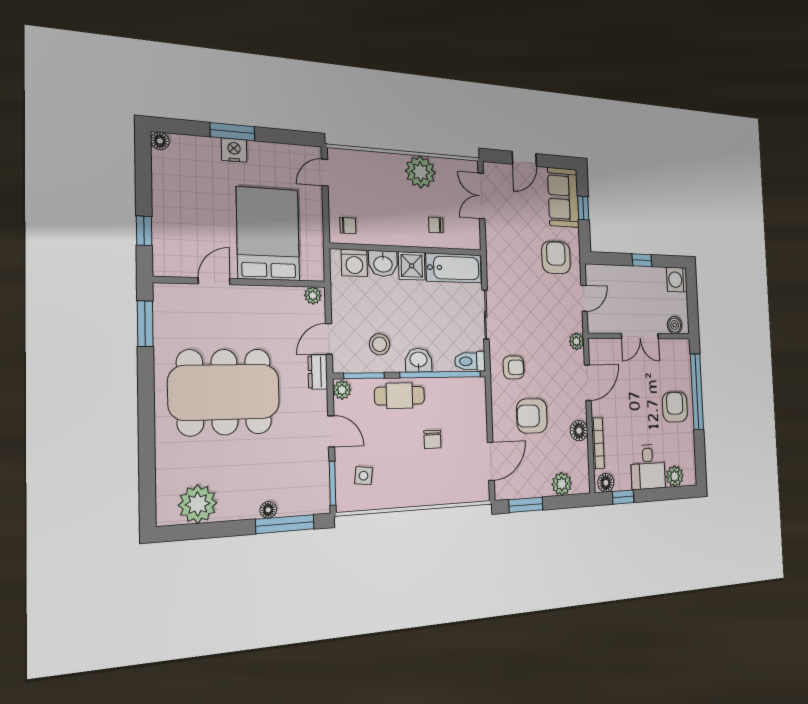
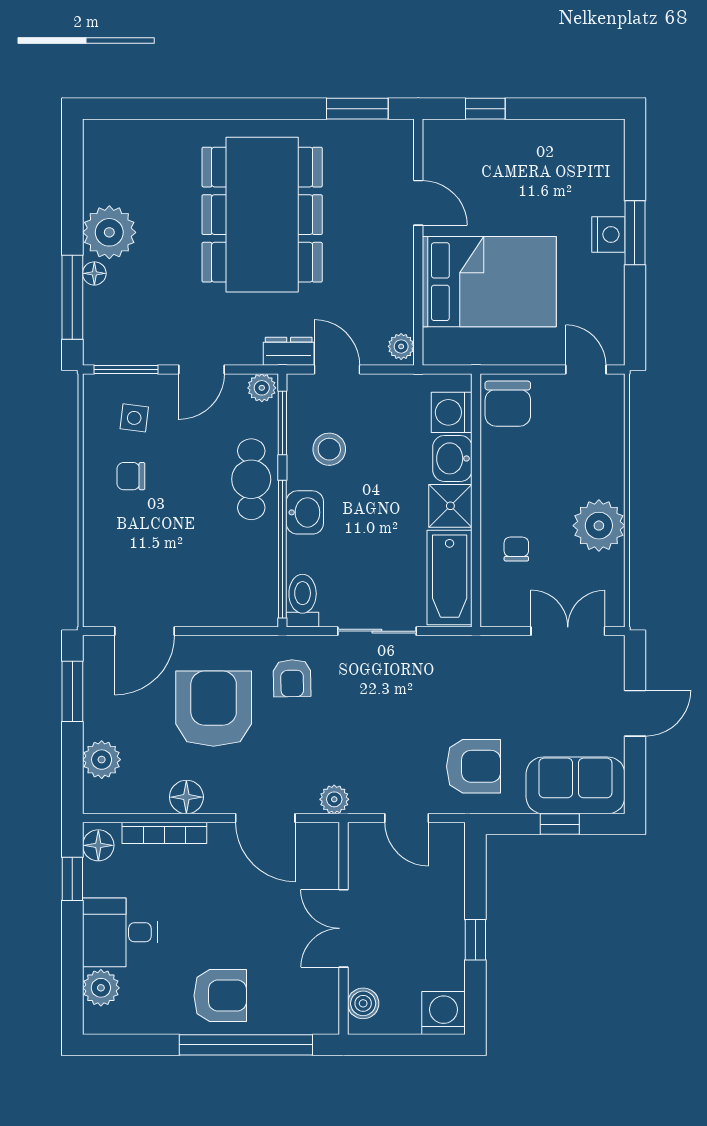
floor lamp: (160, 141) -> (612, 131), removed
door: (524, 159) -> (635, 713), swing flipped
chair: (348, 226) -> (508, 404), width x1.87, depth x1.87
armchair: (532, 416) -> (214, 709), width x1.36, depth x1.36
chair: (432, 439) -> (131, 476), moved
door: (491, 461) -> (145, 631), hinge flipped
plant: (198, 504) -> (109, 232), moved

